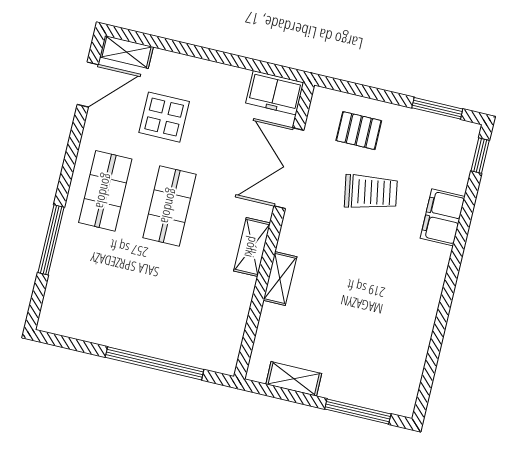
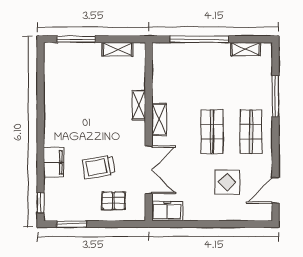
shelving: (127, 52) -> (246, 49), moved

